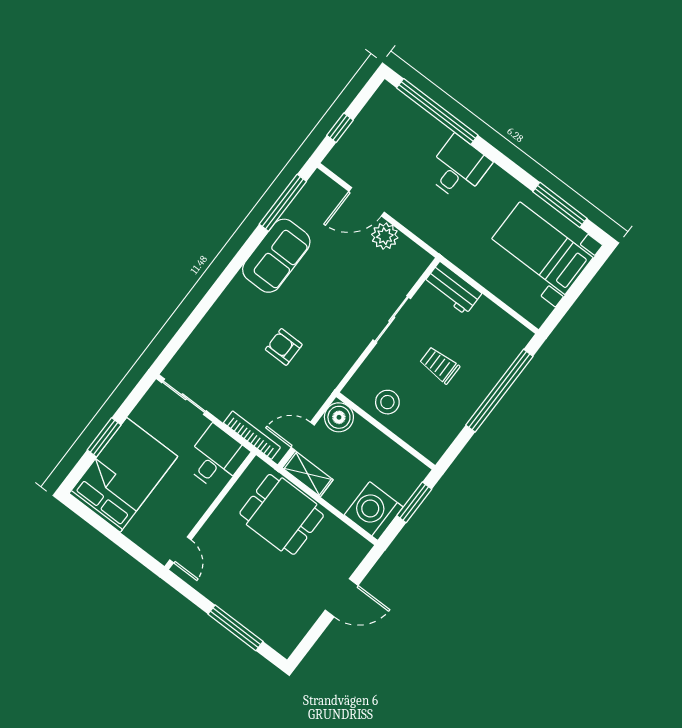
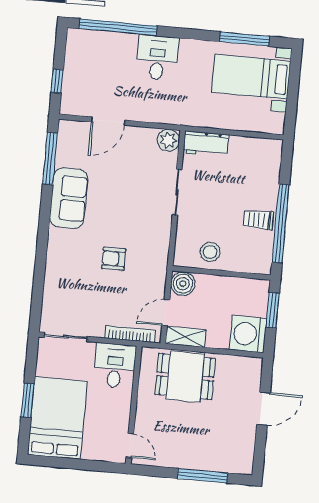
plant: (385, 236) -> (168, 140), moved
trolley: (440, 365) -> (258, 220), moved
window: (499, 391) -> (281, 223), moved

